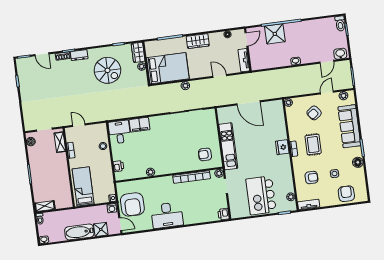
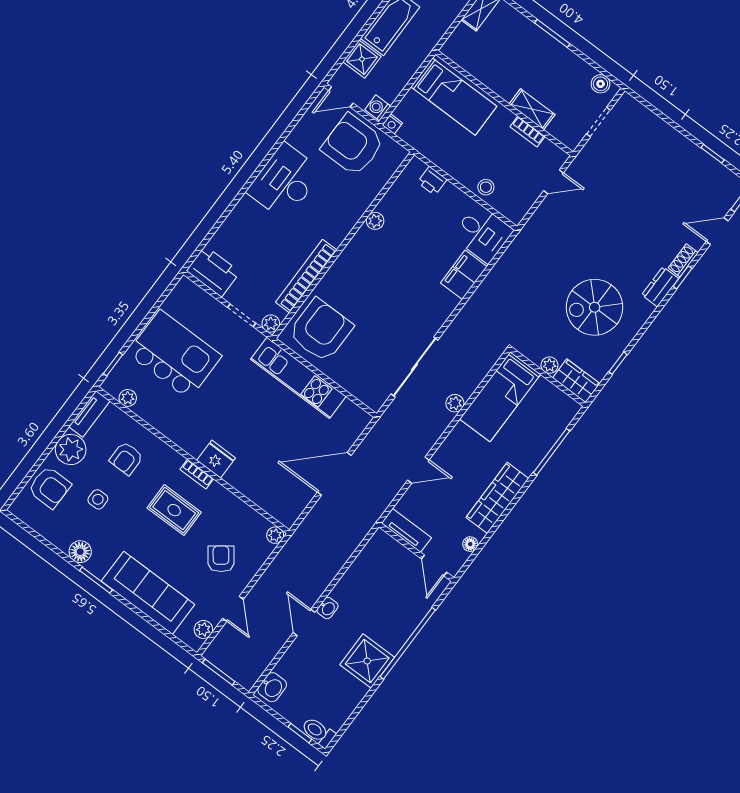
shower: (275, 34) -> (367, 661), moved
wardrobe: (198, 41) -> (497, 498), width x1.50
door: (327, 62) -> (304, 623), moved
bed: (168, 68) -> (500, 397), width x0.67
shelving: (60, 142) -> (532, 109), moved
armchair: (205, 154) -> (321, 330), width x1.88, depth x1.88
plant: (327, 199) -> (71, 449), added
printer: (223, 214) -> (213, 271), width x1.87, depth x1.48

